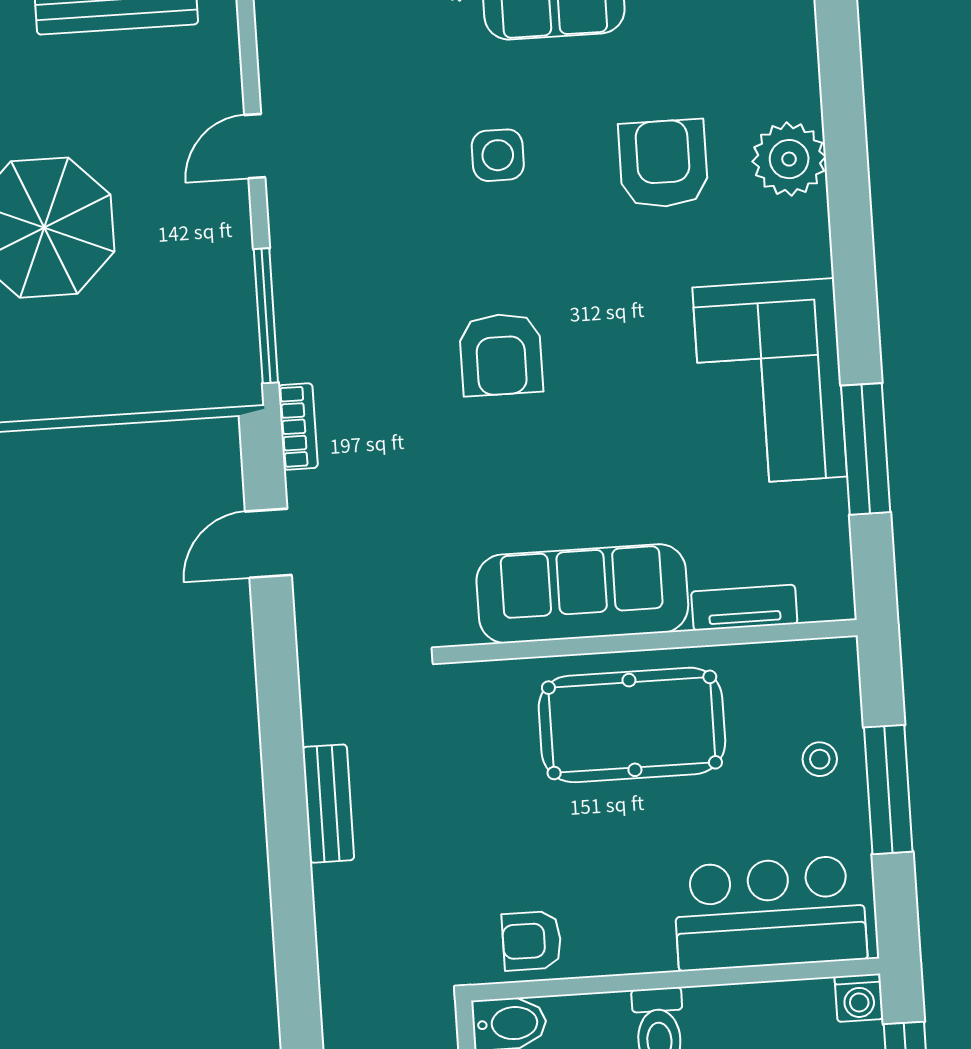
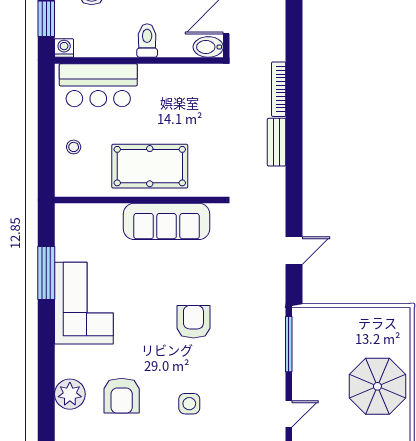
bookcase: (298, 427) -> (279, 89), moved, width x1.56
tv unit: (744, 608) -> (100, 211), removed
window: (888, 790) -> (46, 133), removed
armchair: (532, 941) -> (197, 80), removed

